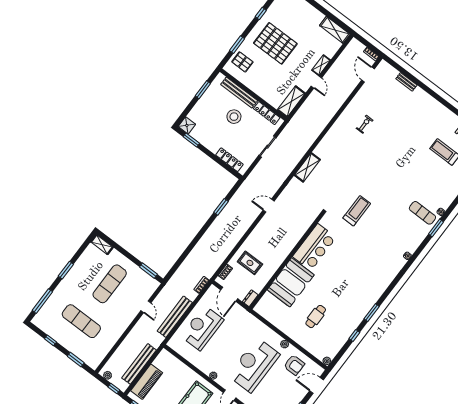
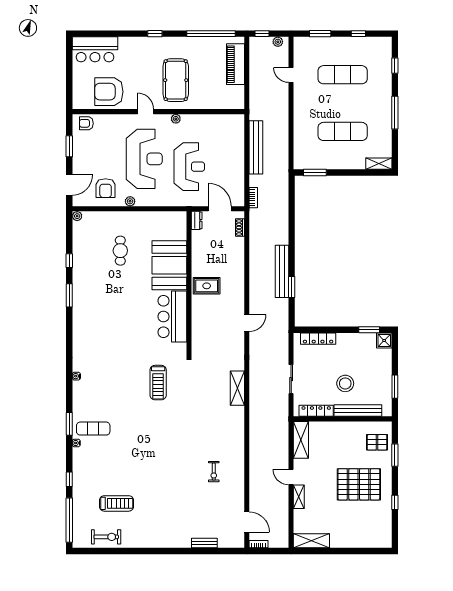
rug: (250, 263) -> (207, 286), moved
window: (66, 270) -> (395, 113), width x1.44
exercise mat: (110, 284) -> (343, 131), turned 90
window: (42, 301) -> (395, 66), width x0.46
door: (146, 307) -> (291, 75), moved
reception desk: (202, 328) -> (189, 167), moved
bench: (139, 364) -> (282, 271), moved
armchair: (294, 365) -> (106, 188), turned -90

